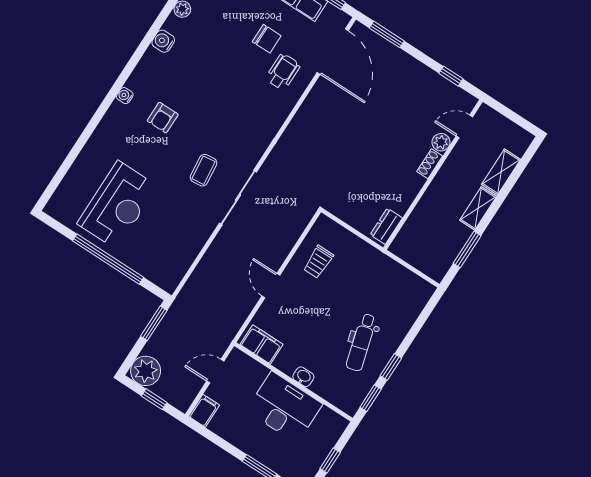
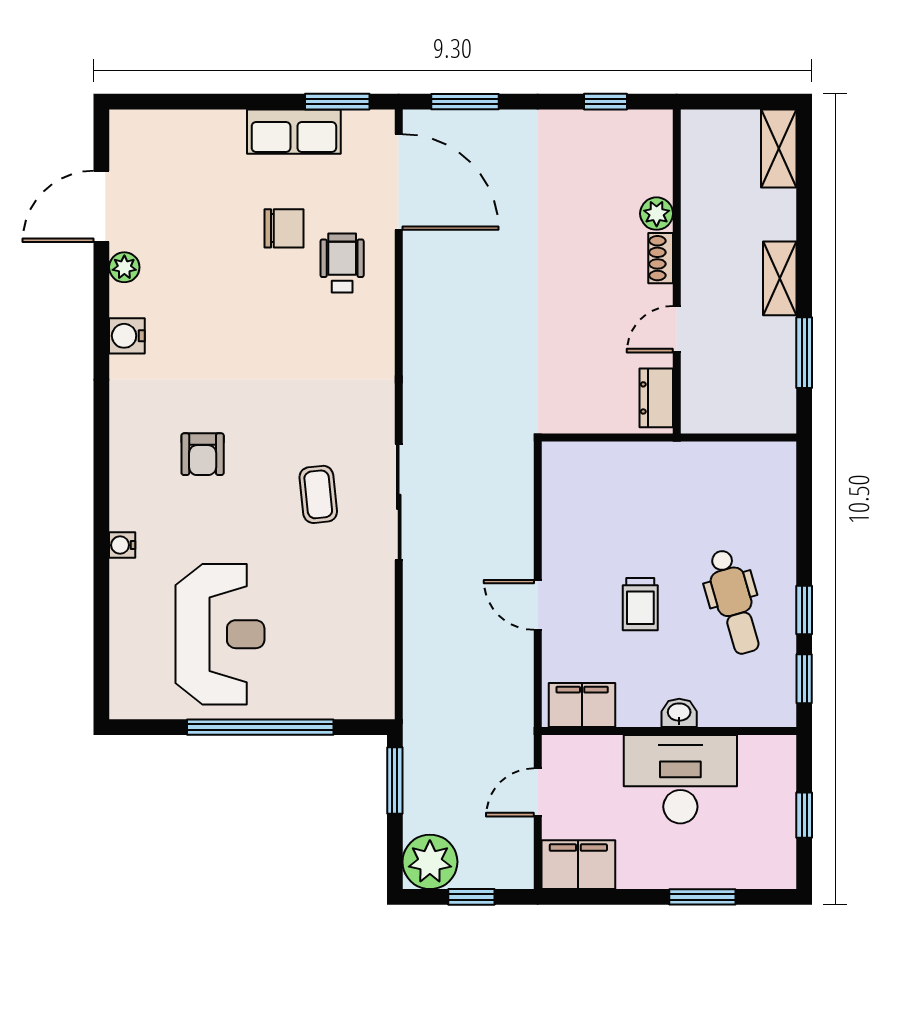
water cooler: (125, 96) -> (122, 545), moved
door: (464, 126) -> (677, 329), moved
shelving: (501, 172) -> (779, 148), moved
trolley: (318, 262) -> (640, 604), moved
filing cabinet: (204, 411) -> (578, 865), width x2.00

